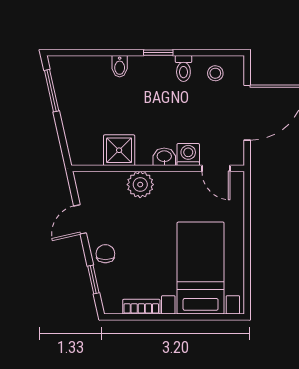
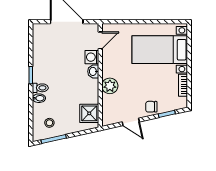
toilet: (183, 68) -> (40, 88), moved
stool: (215, 73) -> (49, 123), moved
shower: (119, 150) -> (89, 113), moved

